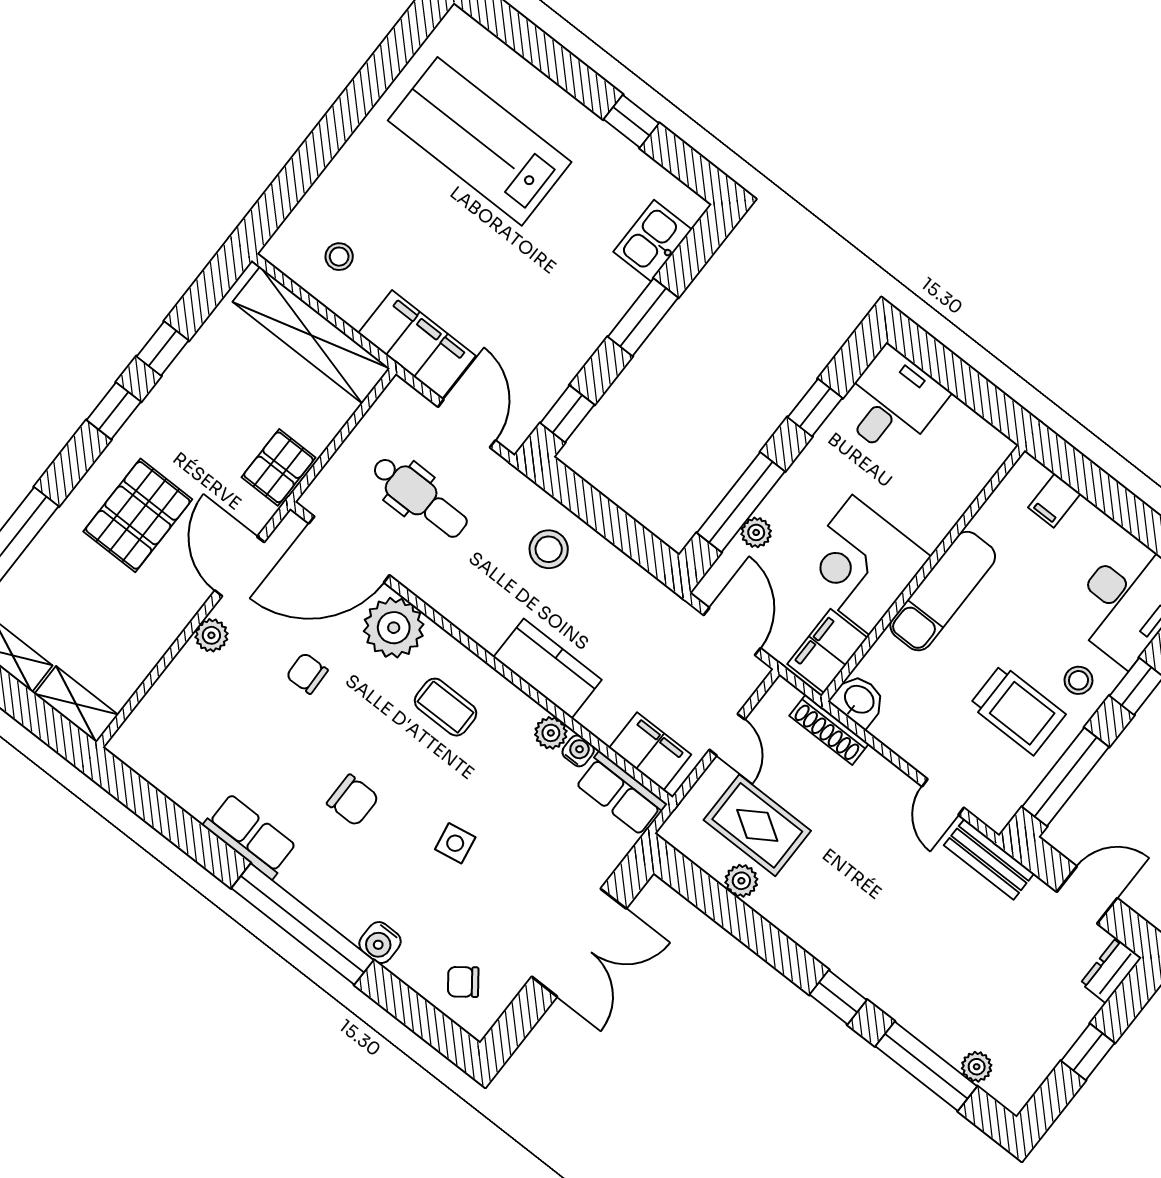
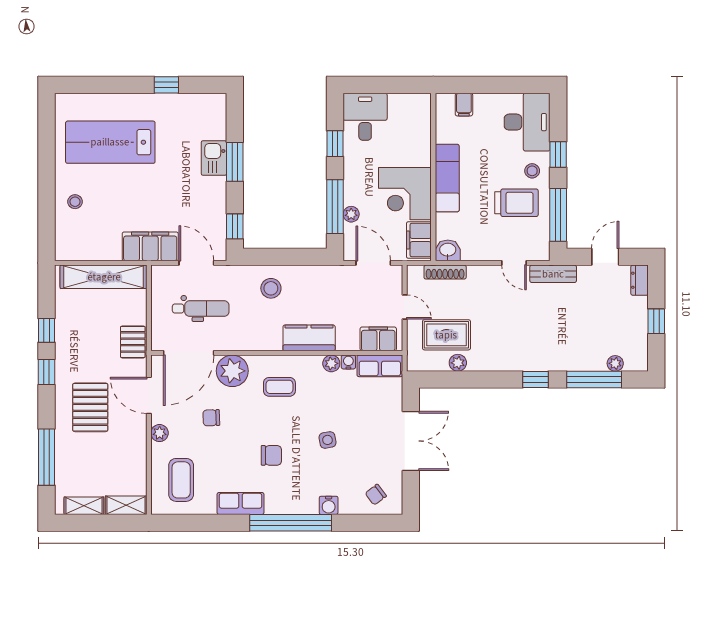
kitchen sink: (653, 241) -> (214, 158), moved
stool: (339, 257) -> (75, 202), moved
coffee table: (189, 731) -> (181, 480), added

